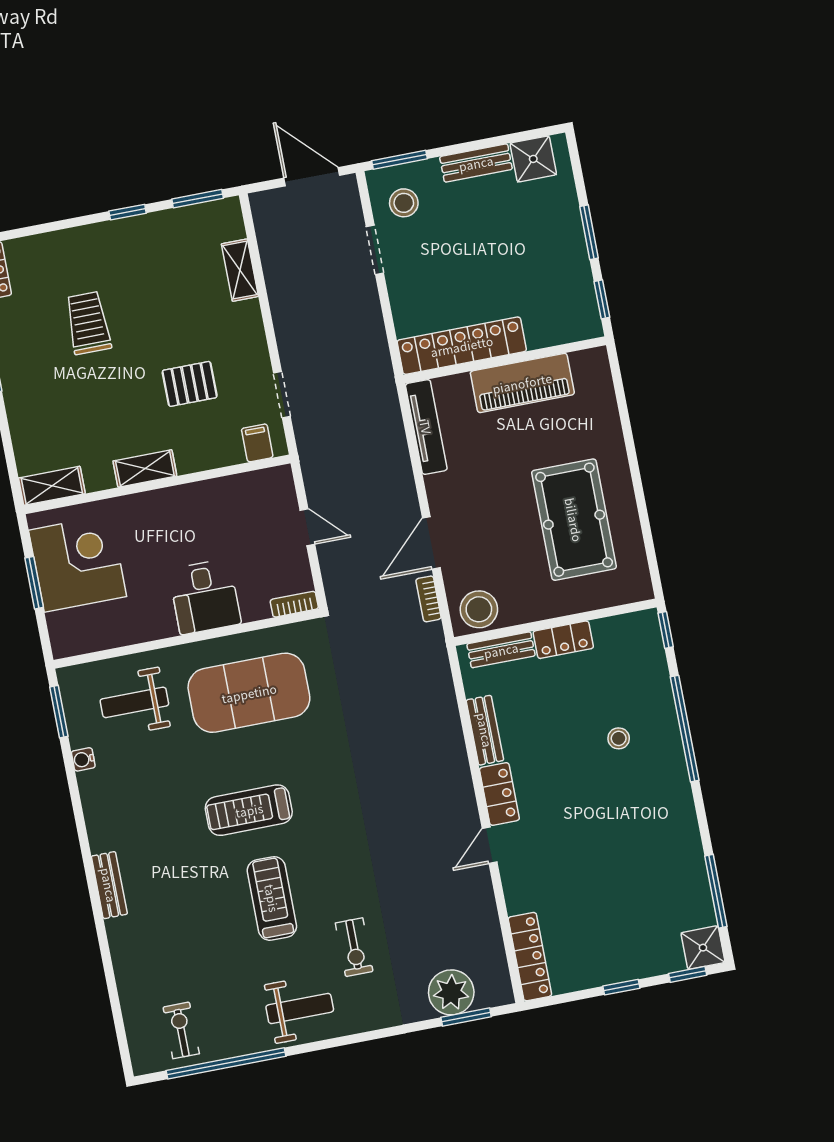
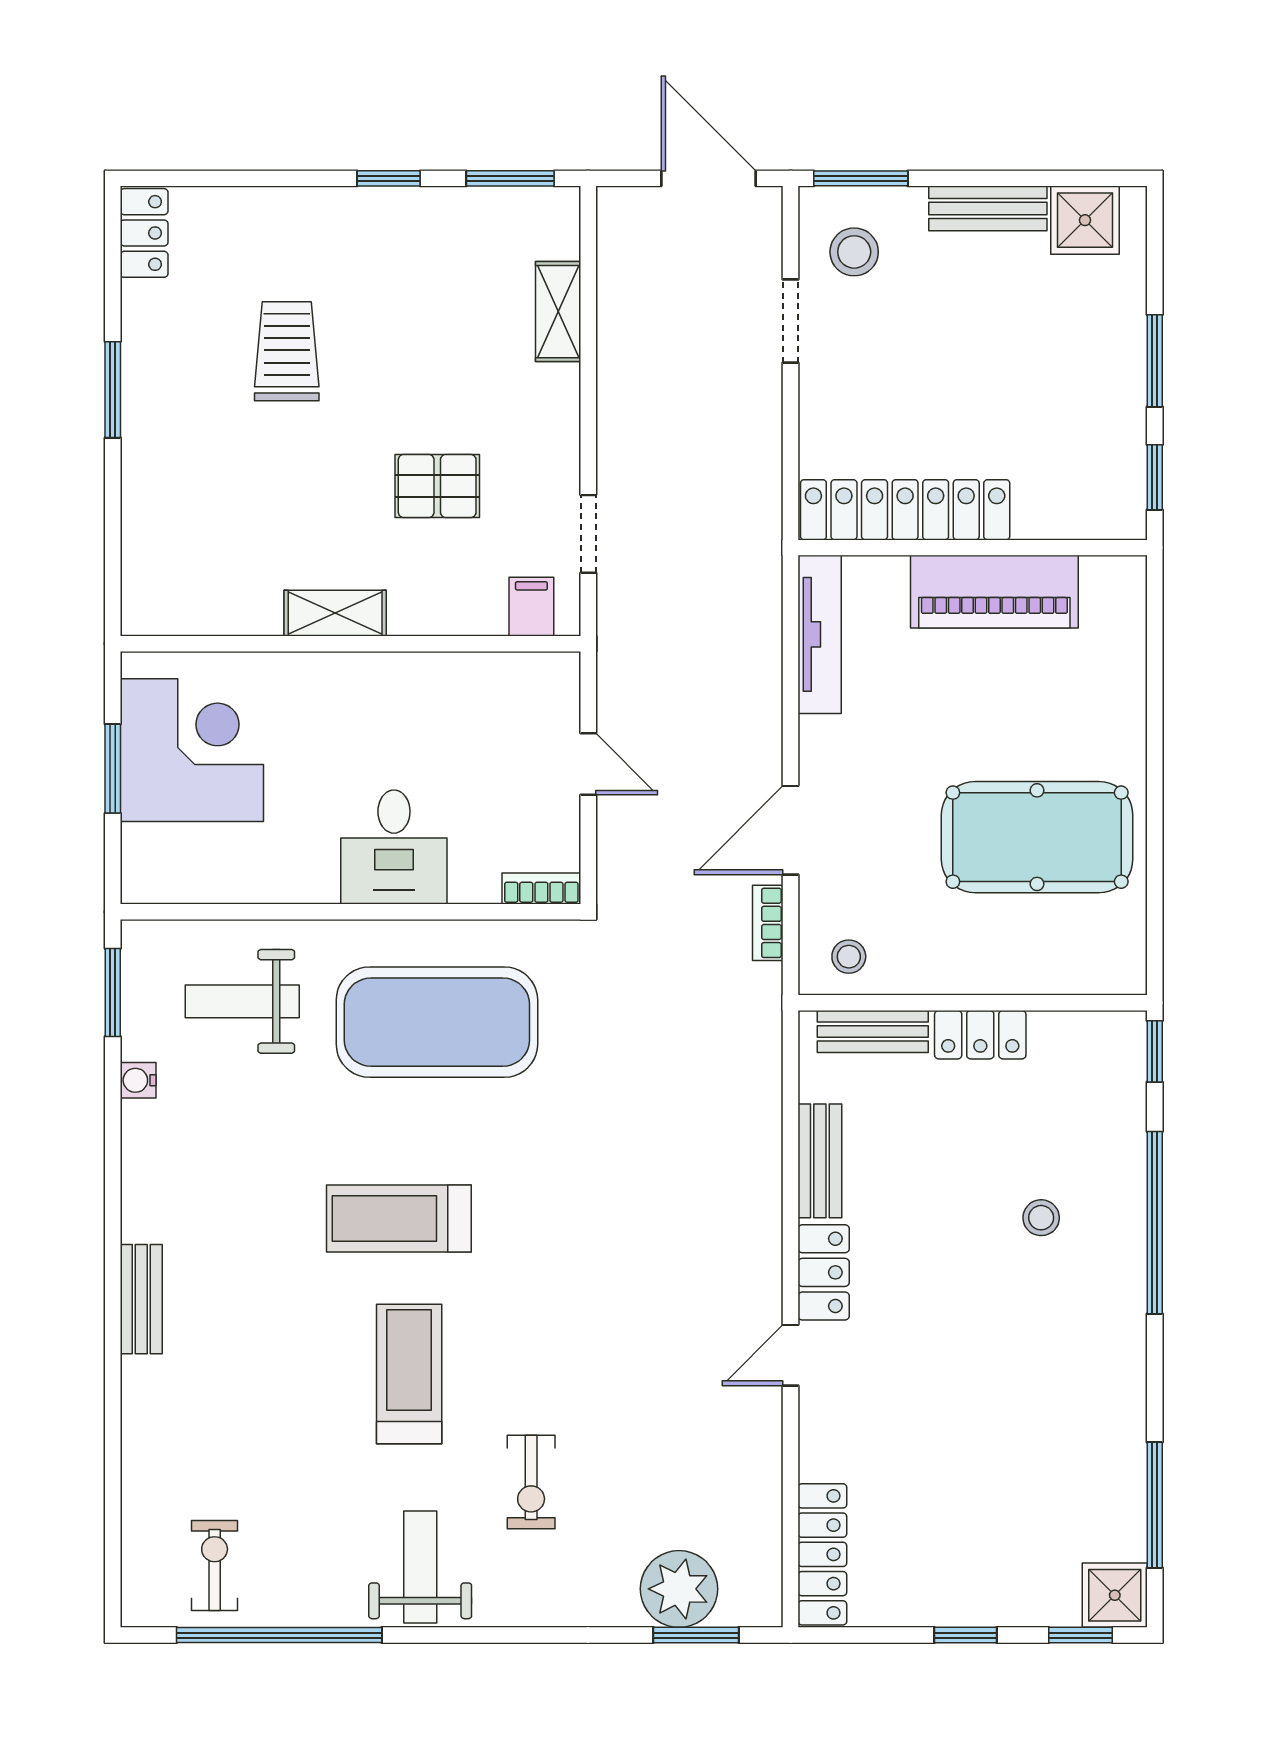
shelving: (52, 486) -> (174, 612), removed
pool table: (574, 520) -> (1037, 837), turned 90
stool: (479, 609) -> (849, 957), width x0.53, depth x0.53
weight bench: (300, 1008) -> (420, 1567), turned -90

